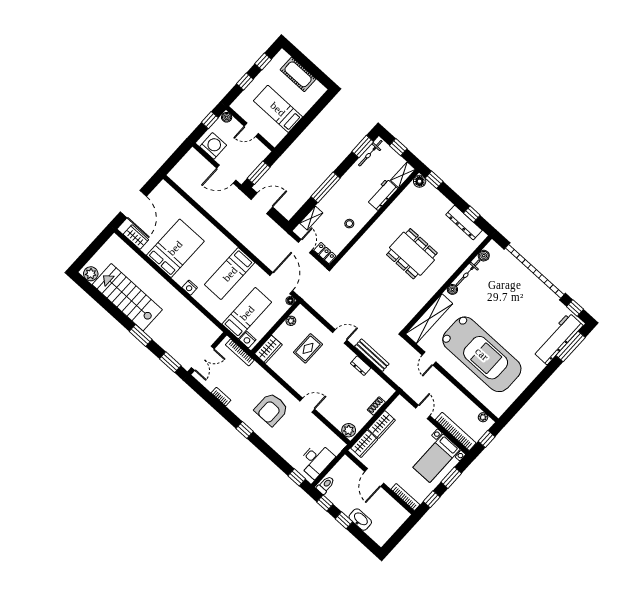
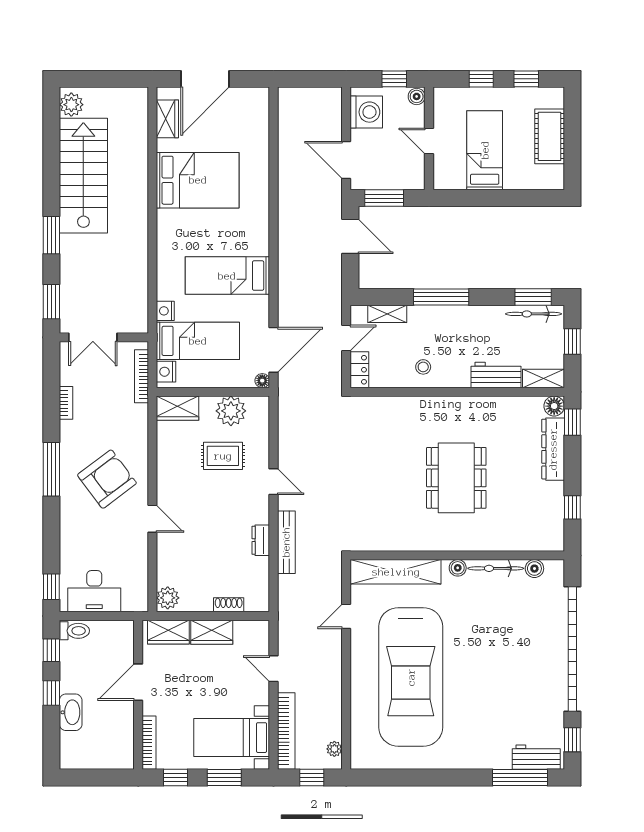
dresser: (464, 223) -> (553, 449), moved
nightstand: (190, 288) -> (165, 311), moved
plant: (291, 321) -> (231, 411), width x1.88, depth x1.88
workbench: (558, 339) -> (536, 757), width x0.53, depth x0.76
armchair: (271, 409) -> (107, 479), turned 143
door: (423, 412) -> (273, 669), swing flipped
window: (245, 430) -> (51, 469), width x2.17

